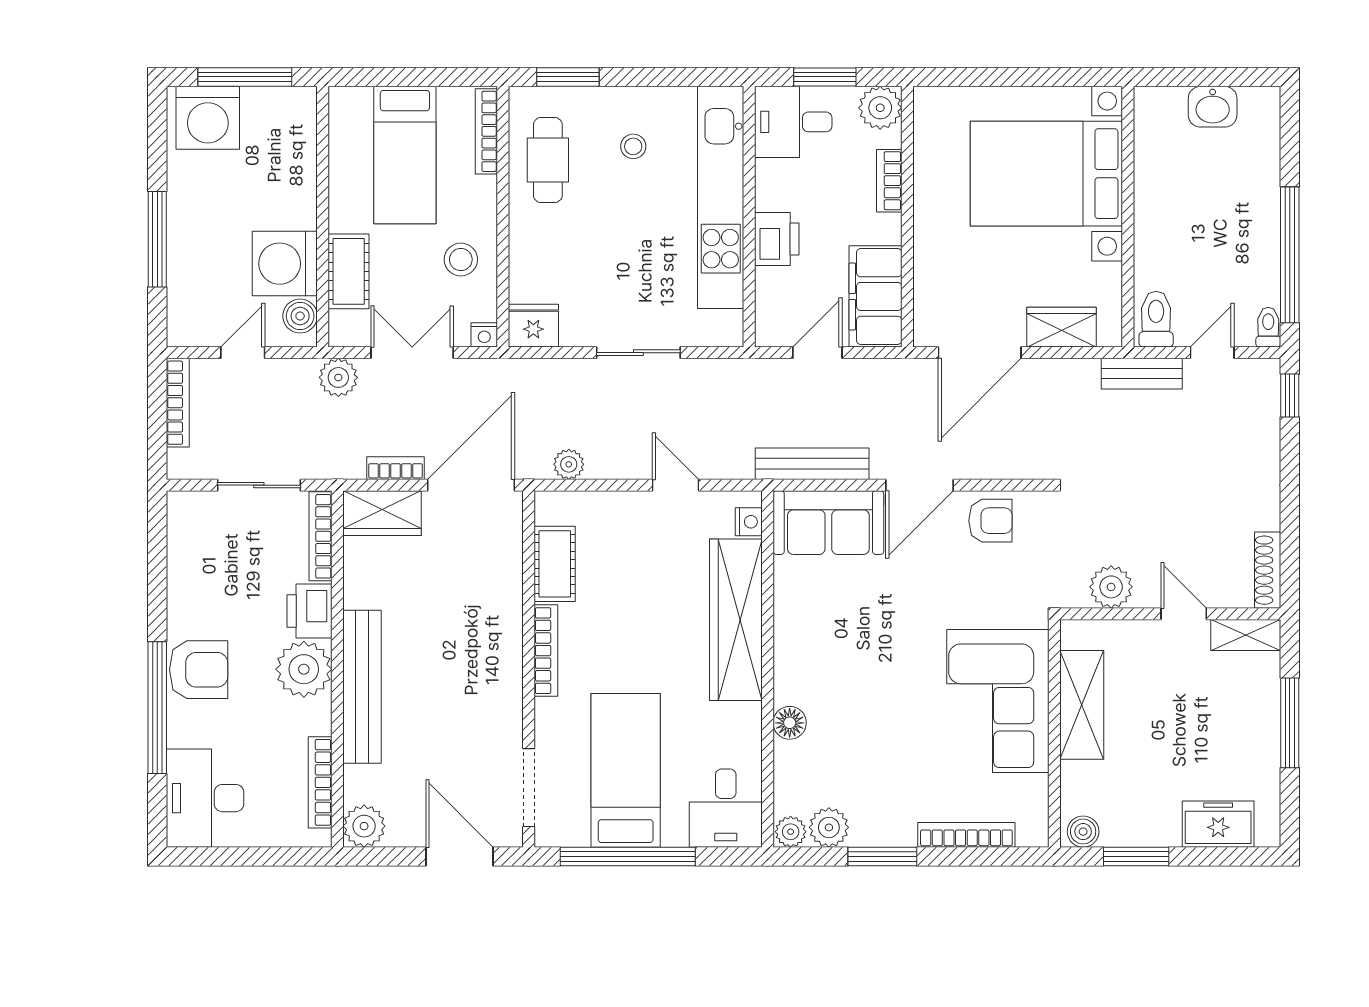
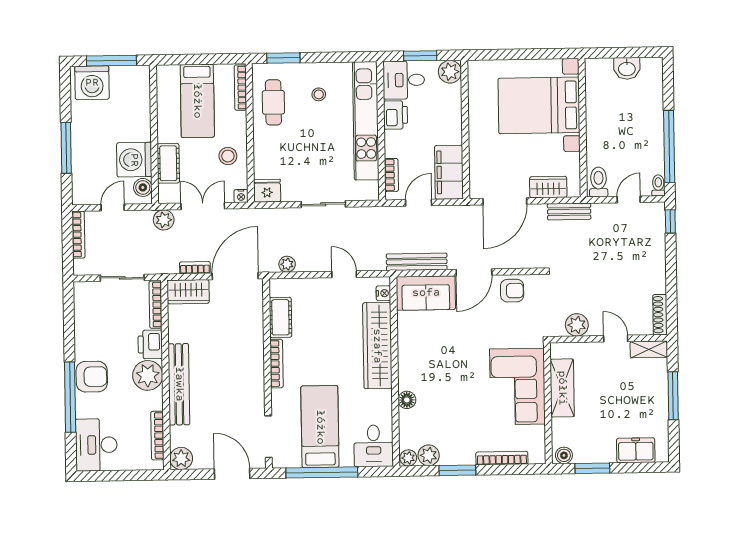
bookcase: (889, 181) -> (391, 175), moved, turned 180
printer: (777, 239) -> (396, 115), moved
bench: (1142, 374) -> (569, 211), moved

